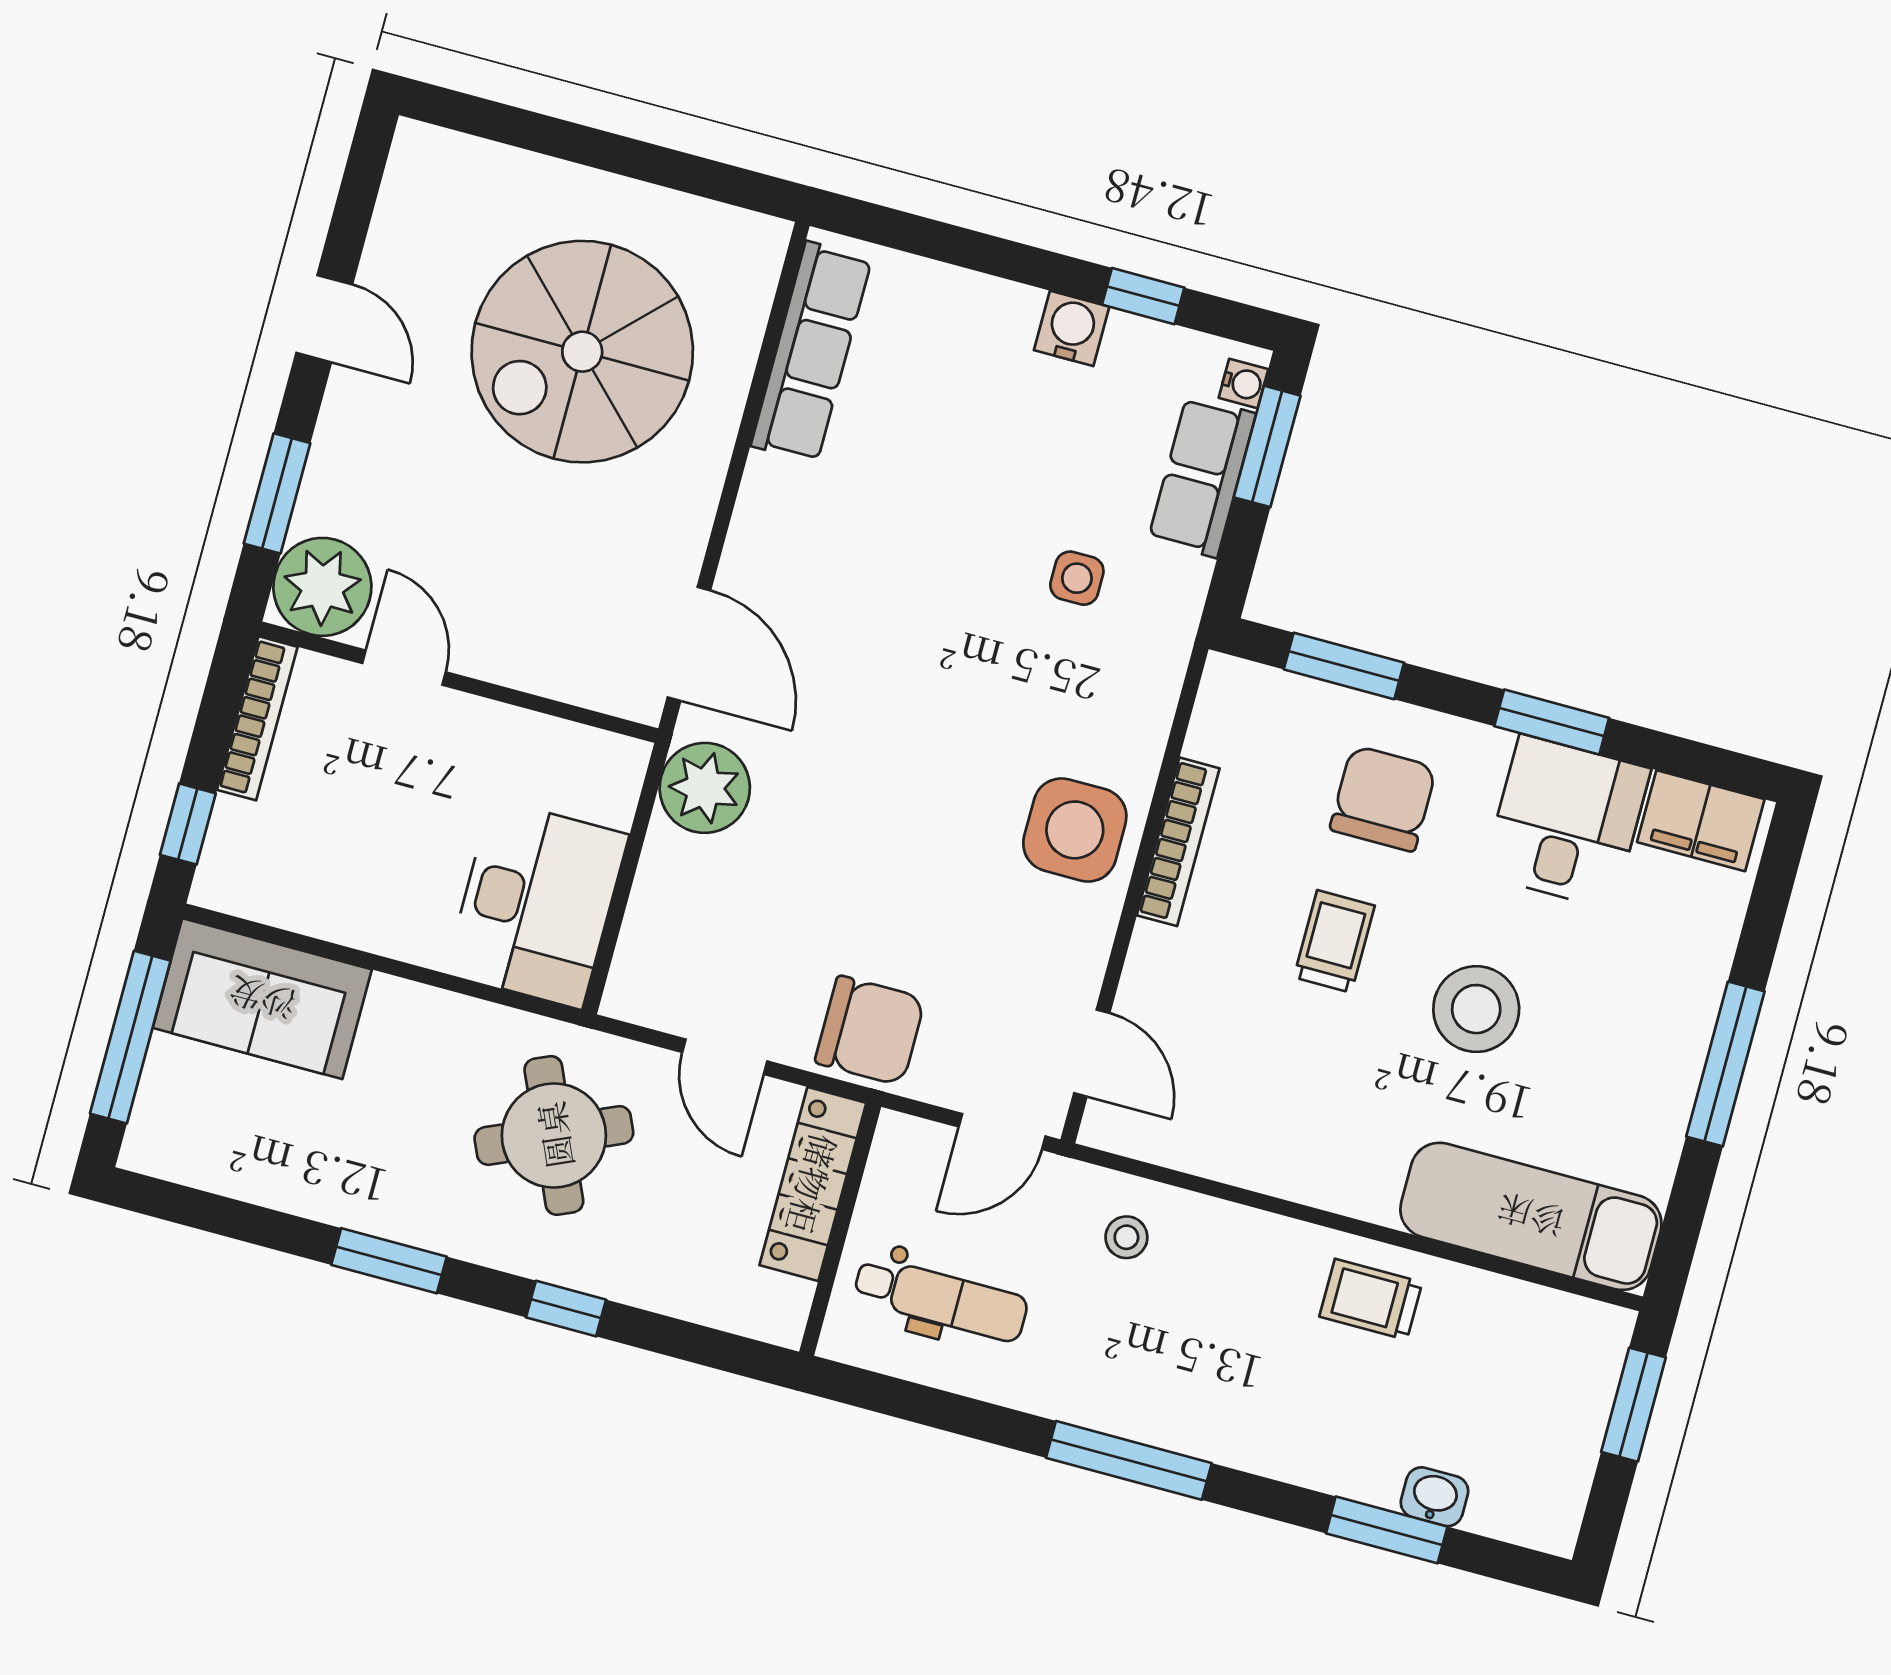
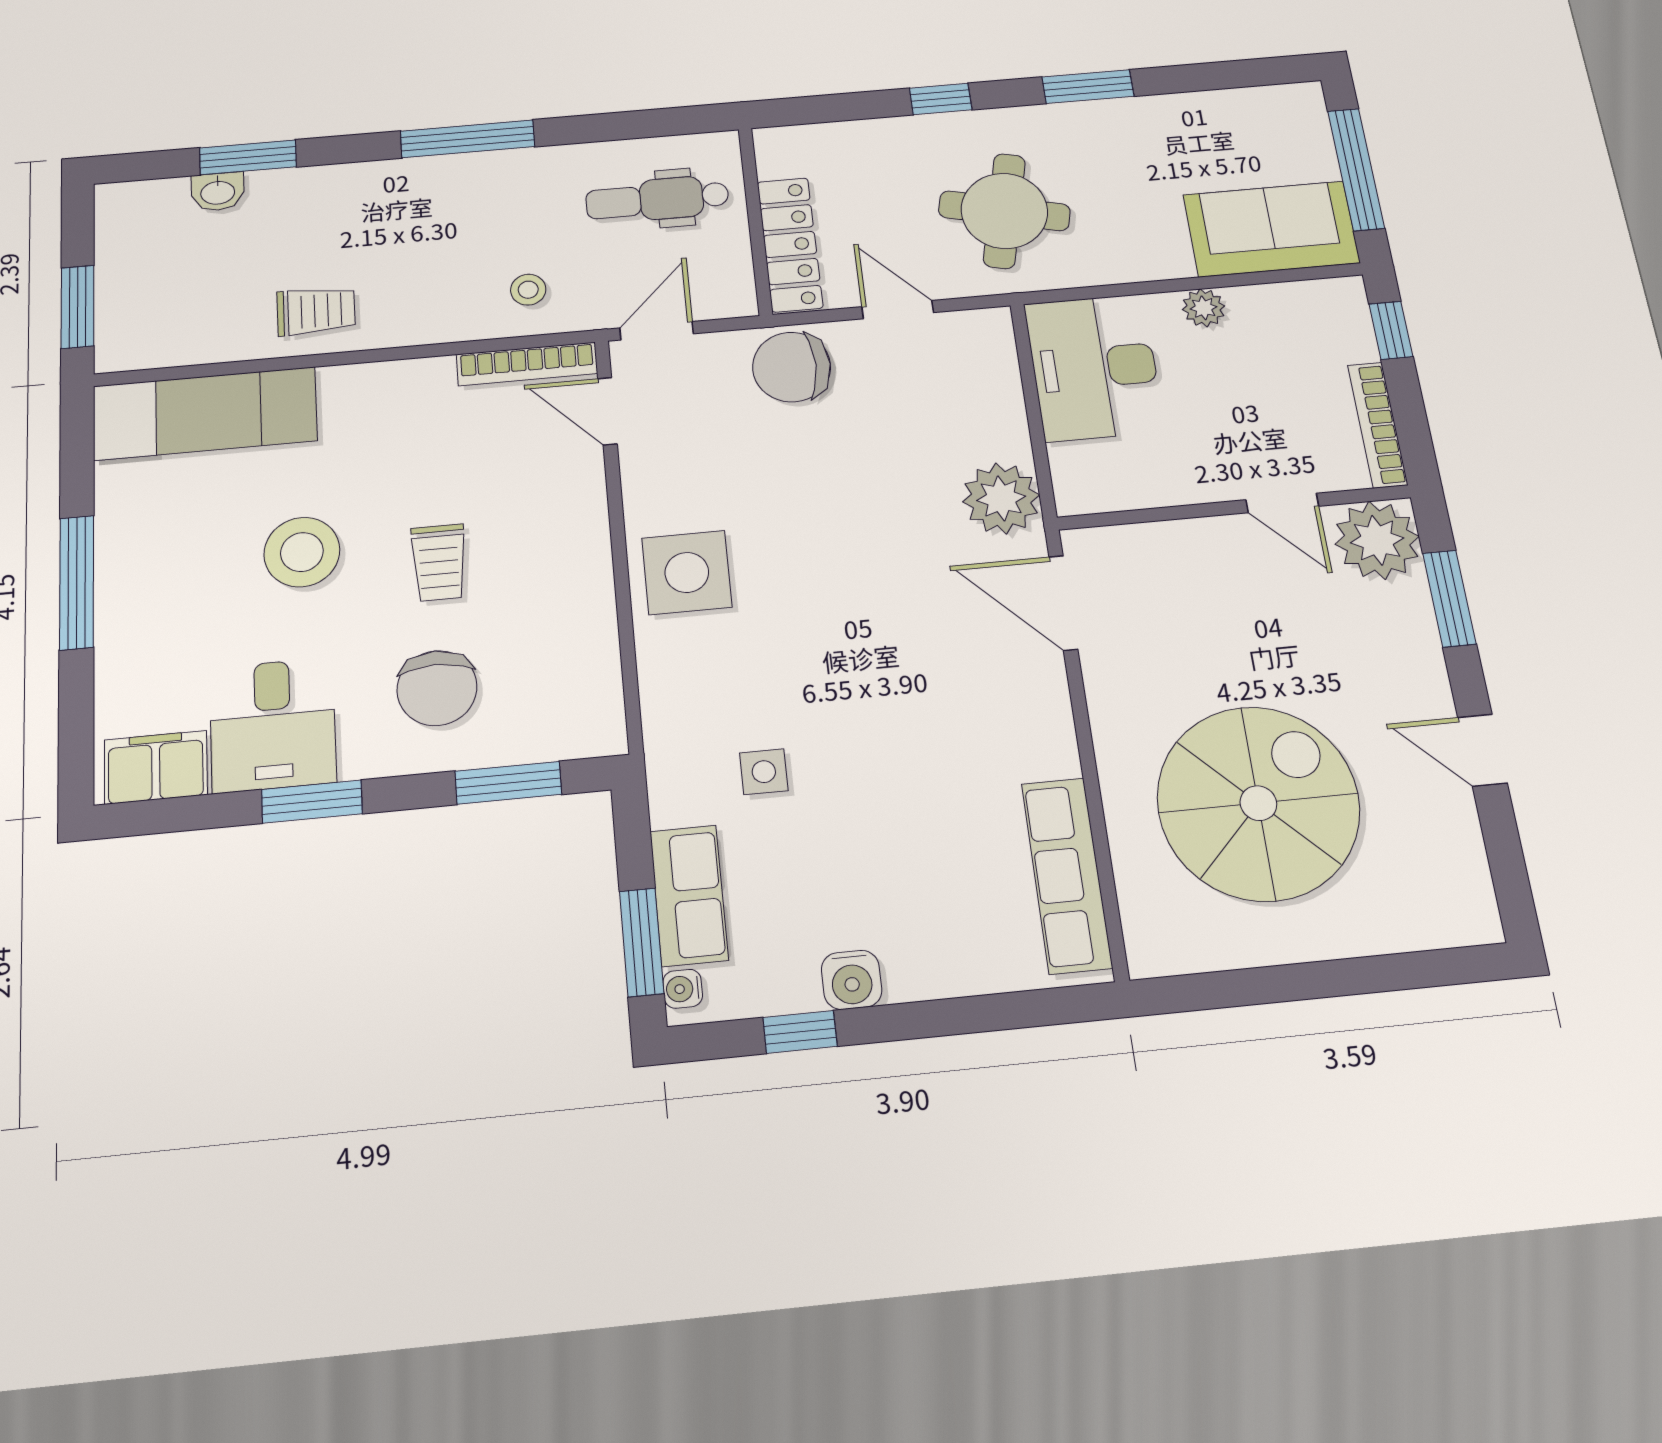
bookcase: (1178, 842) -> (527, 364), moved, turned -90
plant: (383, 930) -> (1204, 308), added
round table: (554, 1135) -> (1004, 211), turned 37

